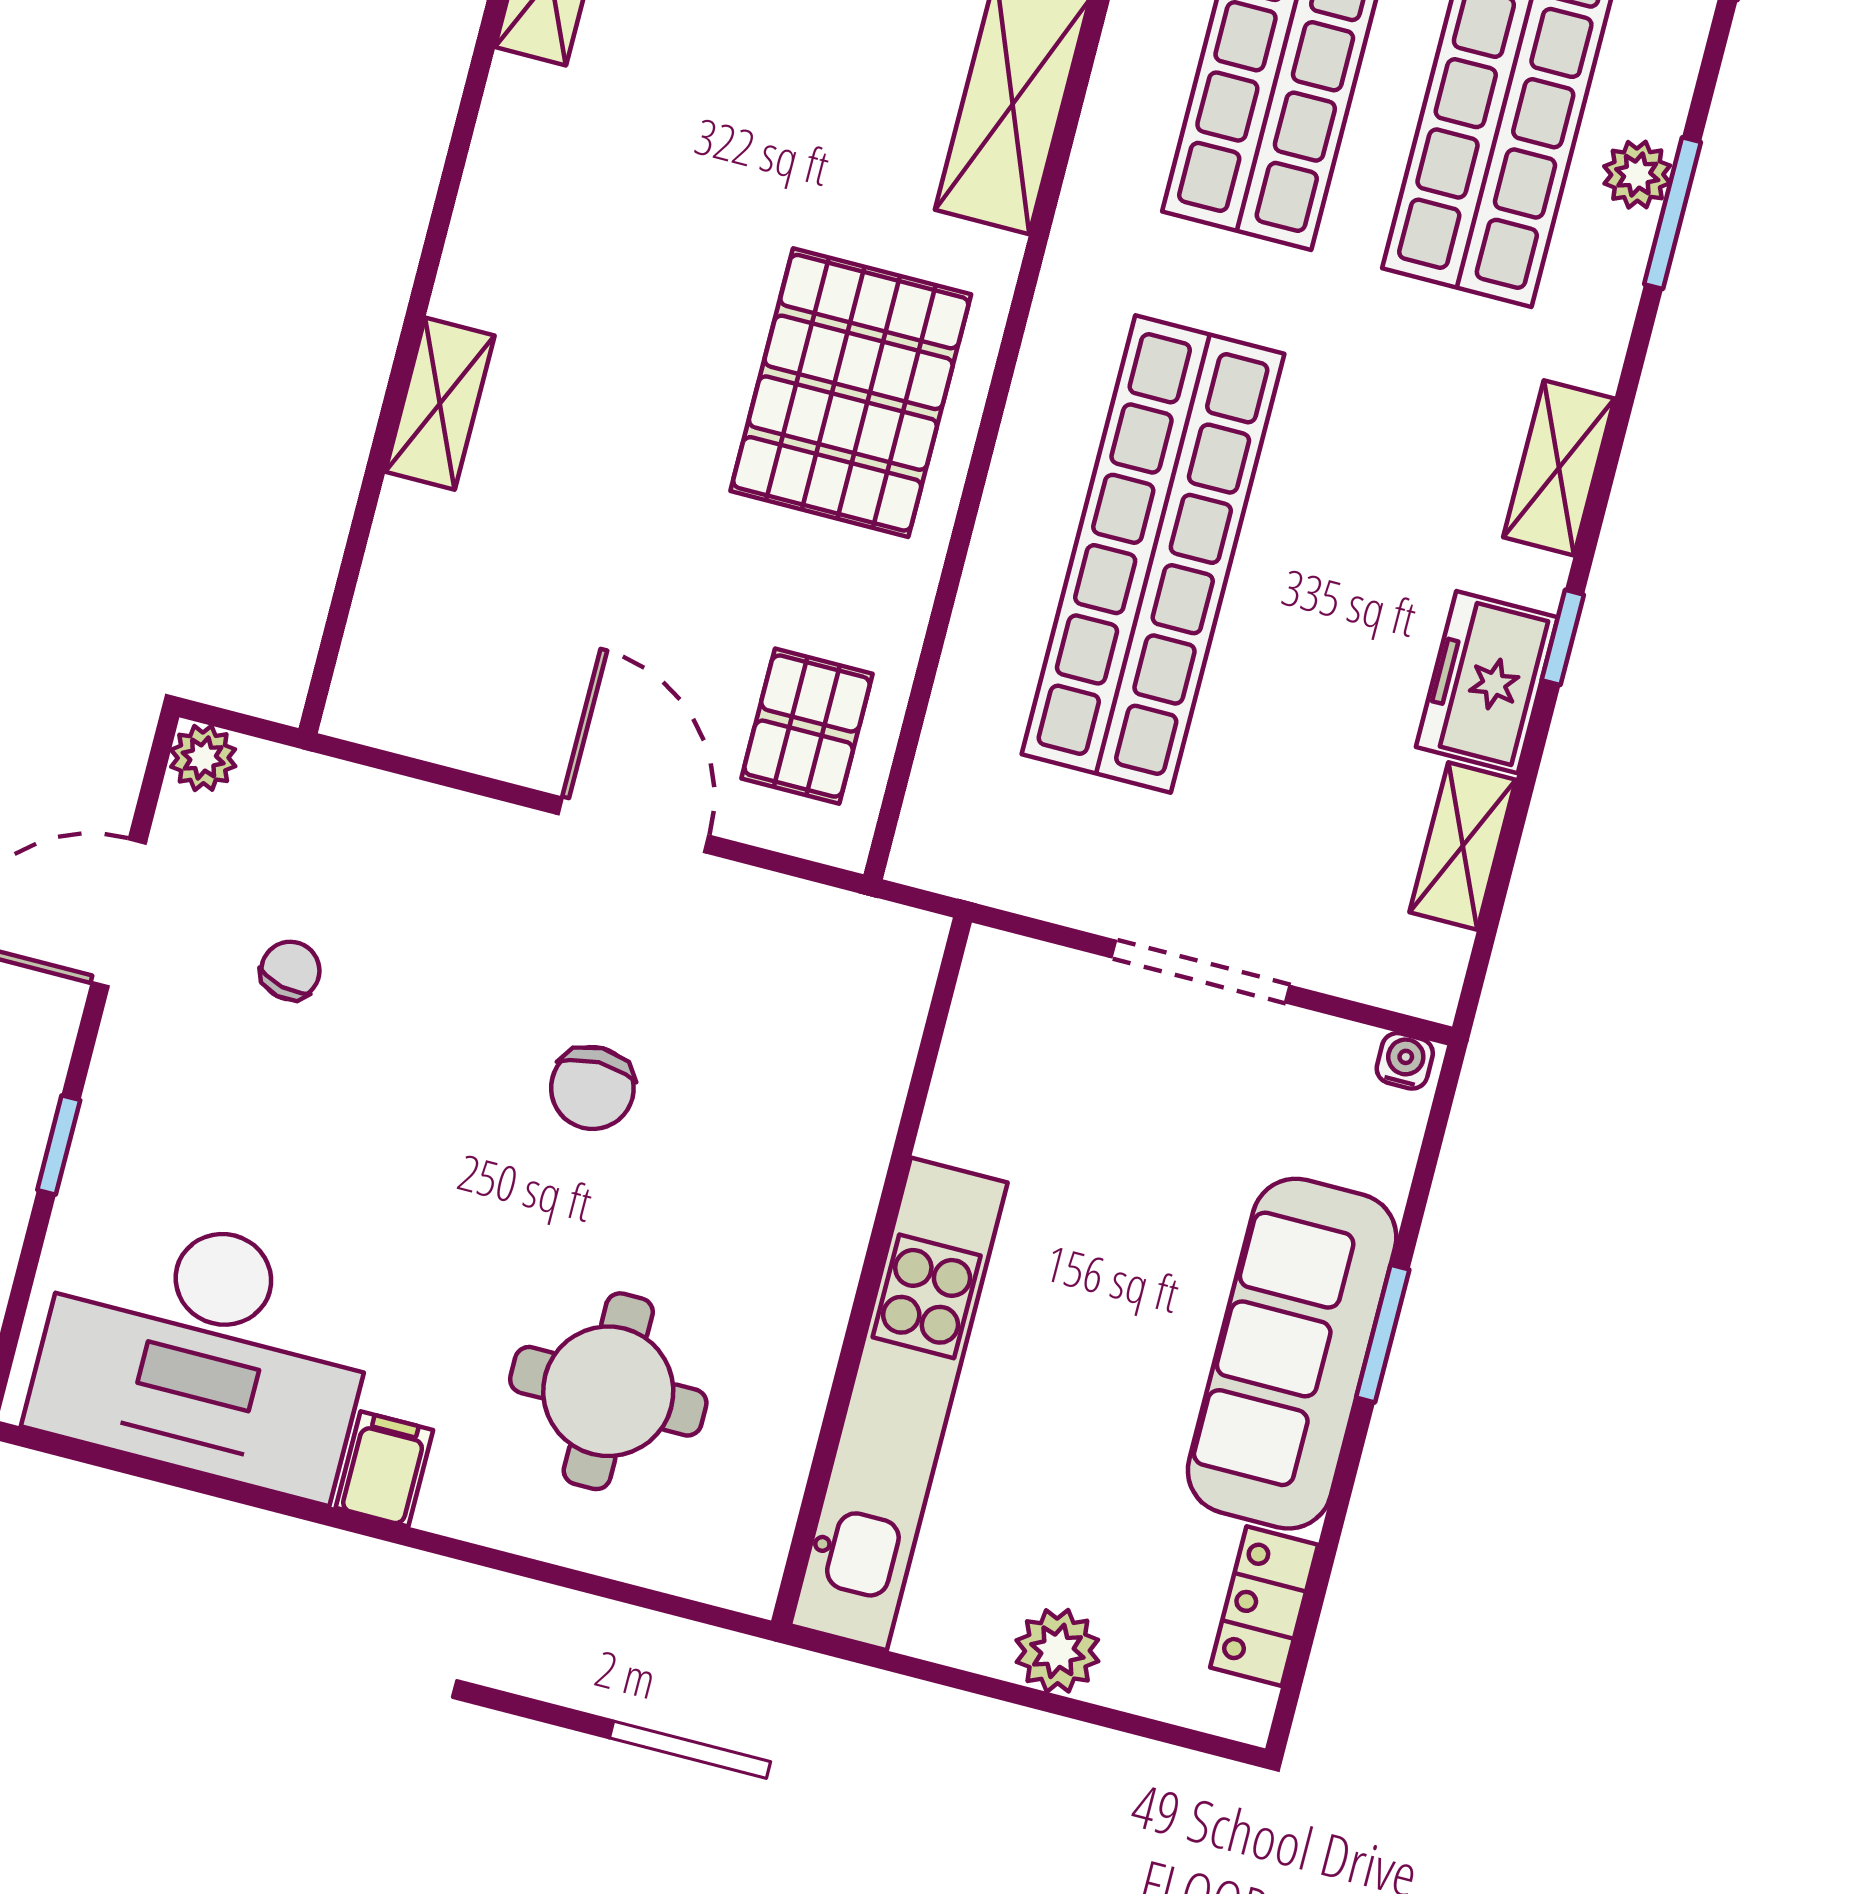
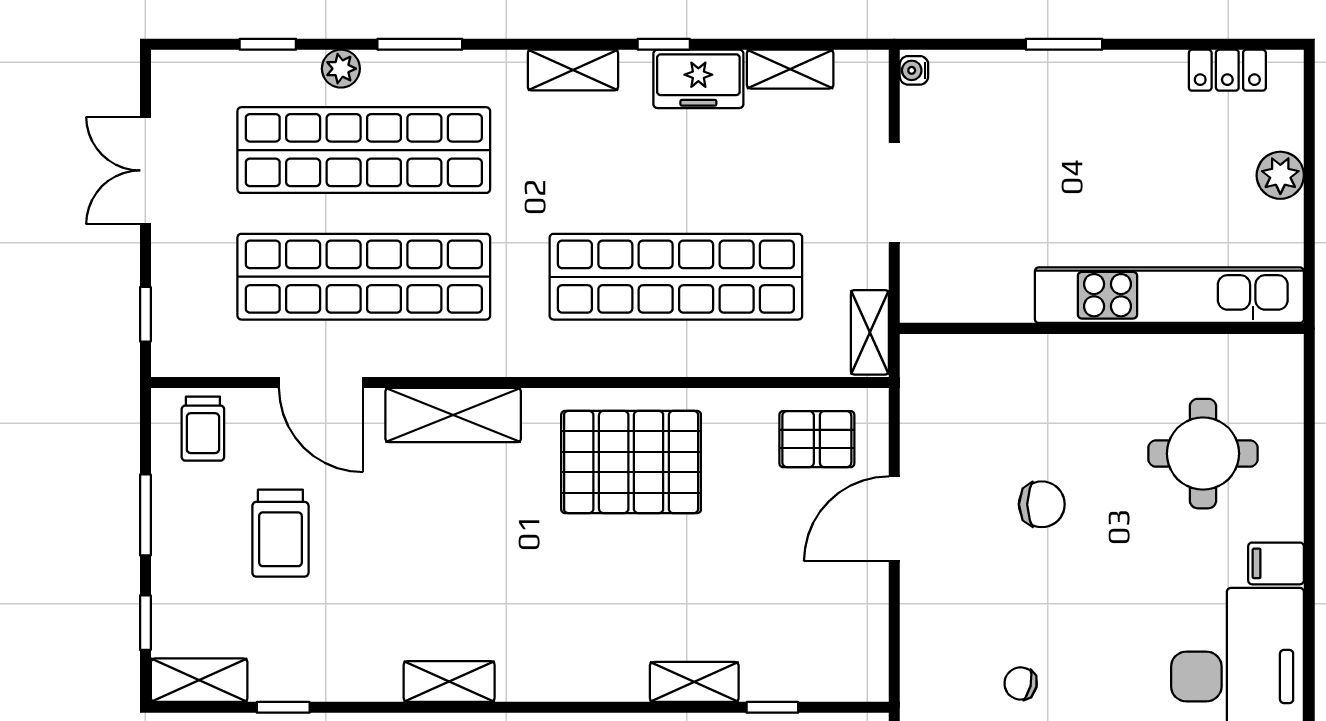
plant: (1637, 175) -> (341, 69), moved
window: (361, 528) -> (772, 707), added
shelving: (969, 866) -> (870, 332), added
sofa: (1292, 1354) -> (1087, 90), removed

